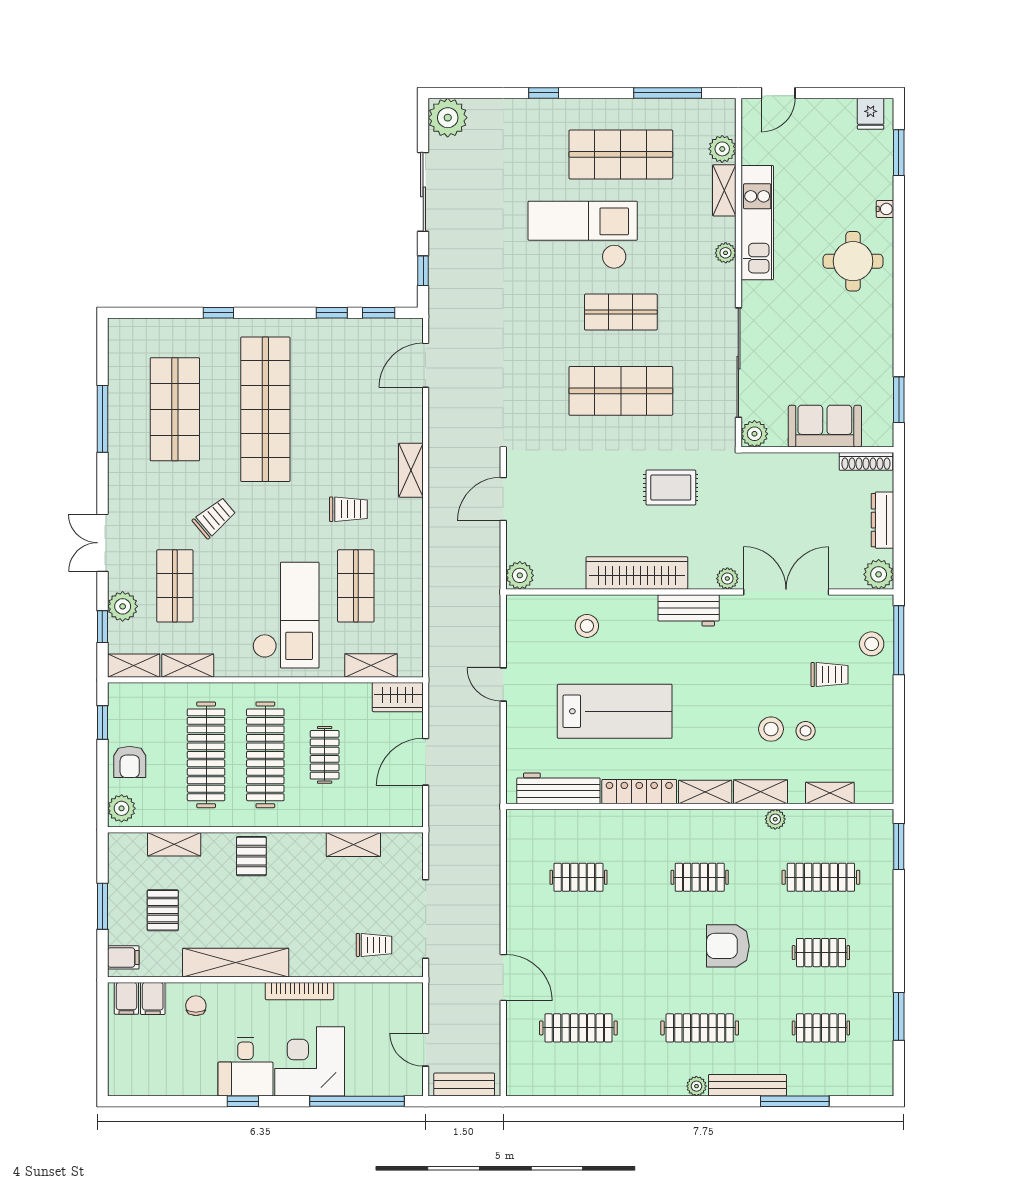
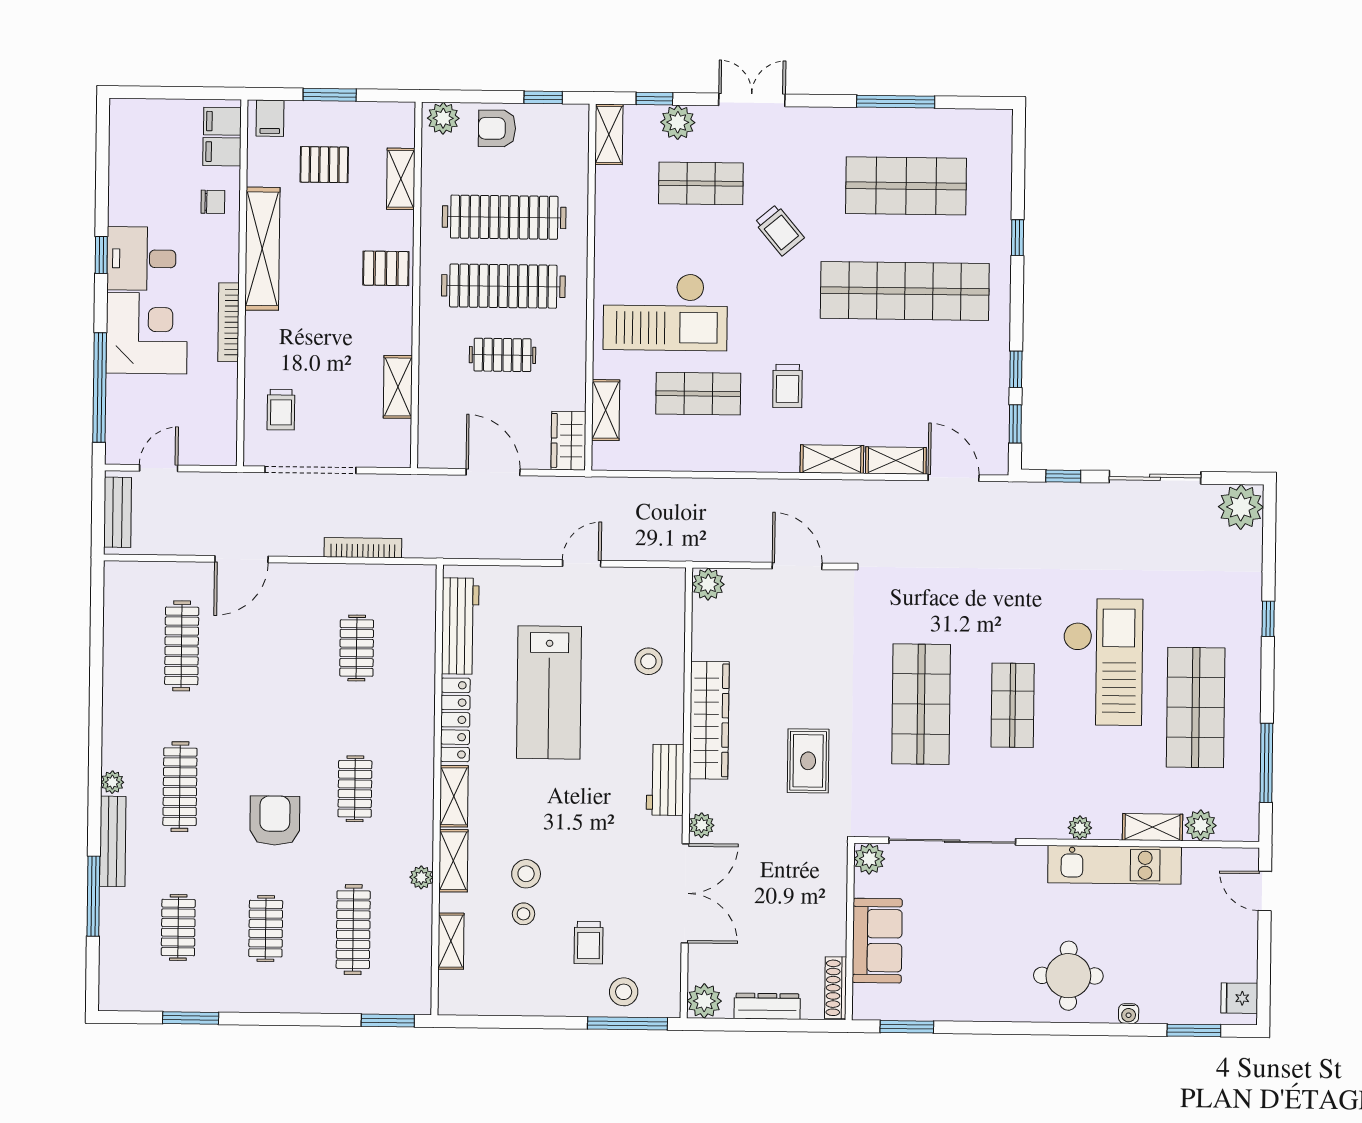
shelving: (188, 666) -> (896, 461), moved, turned 90
bookcase: (492, 873) -> (363, 548), added

